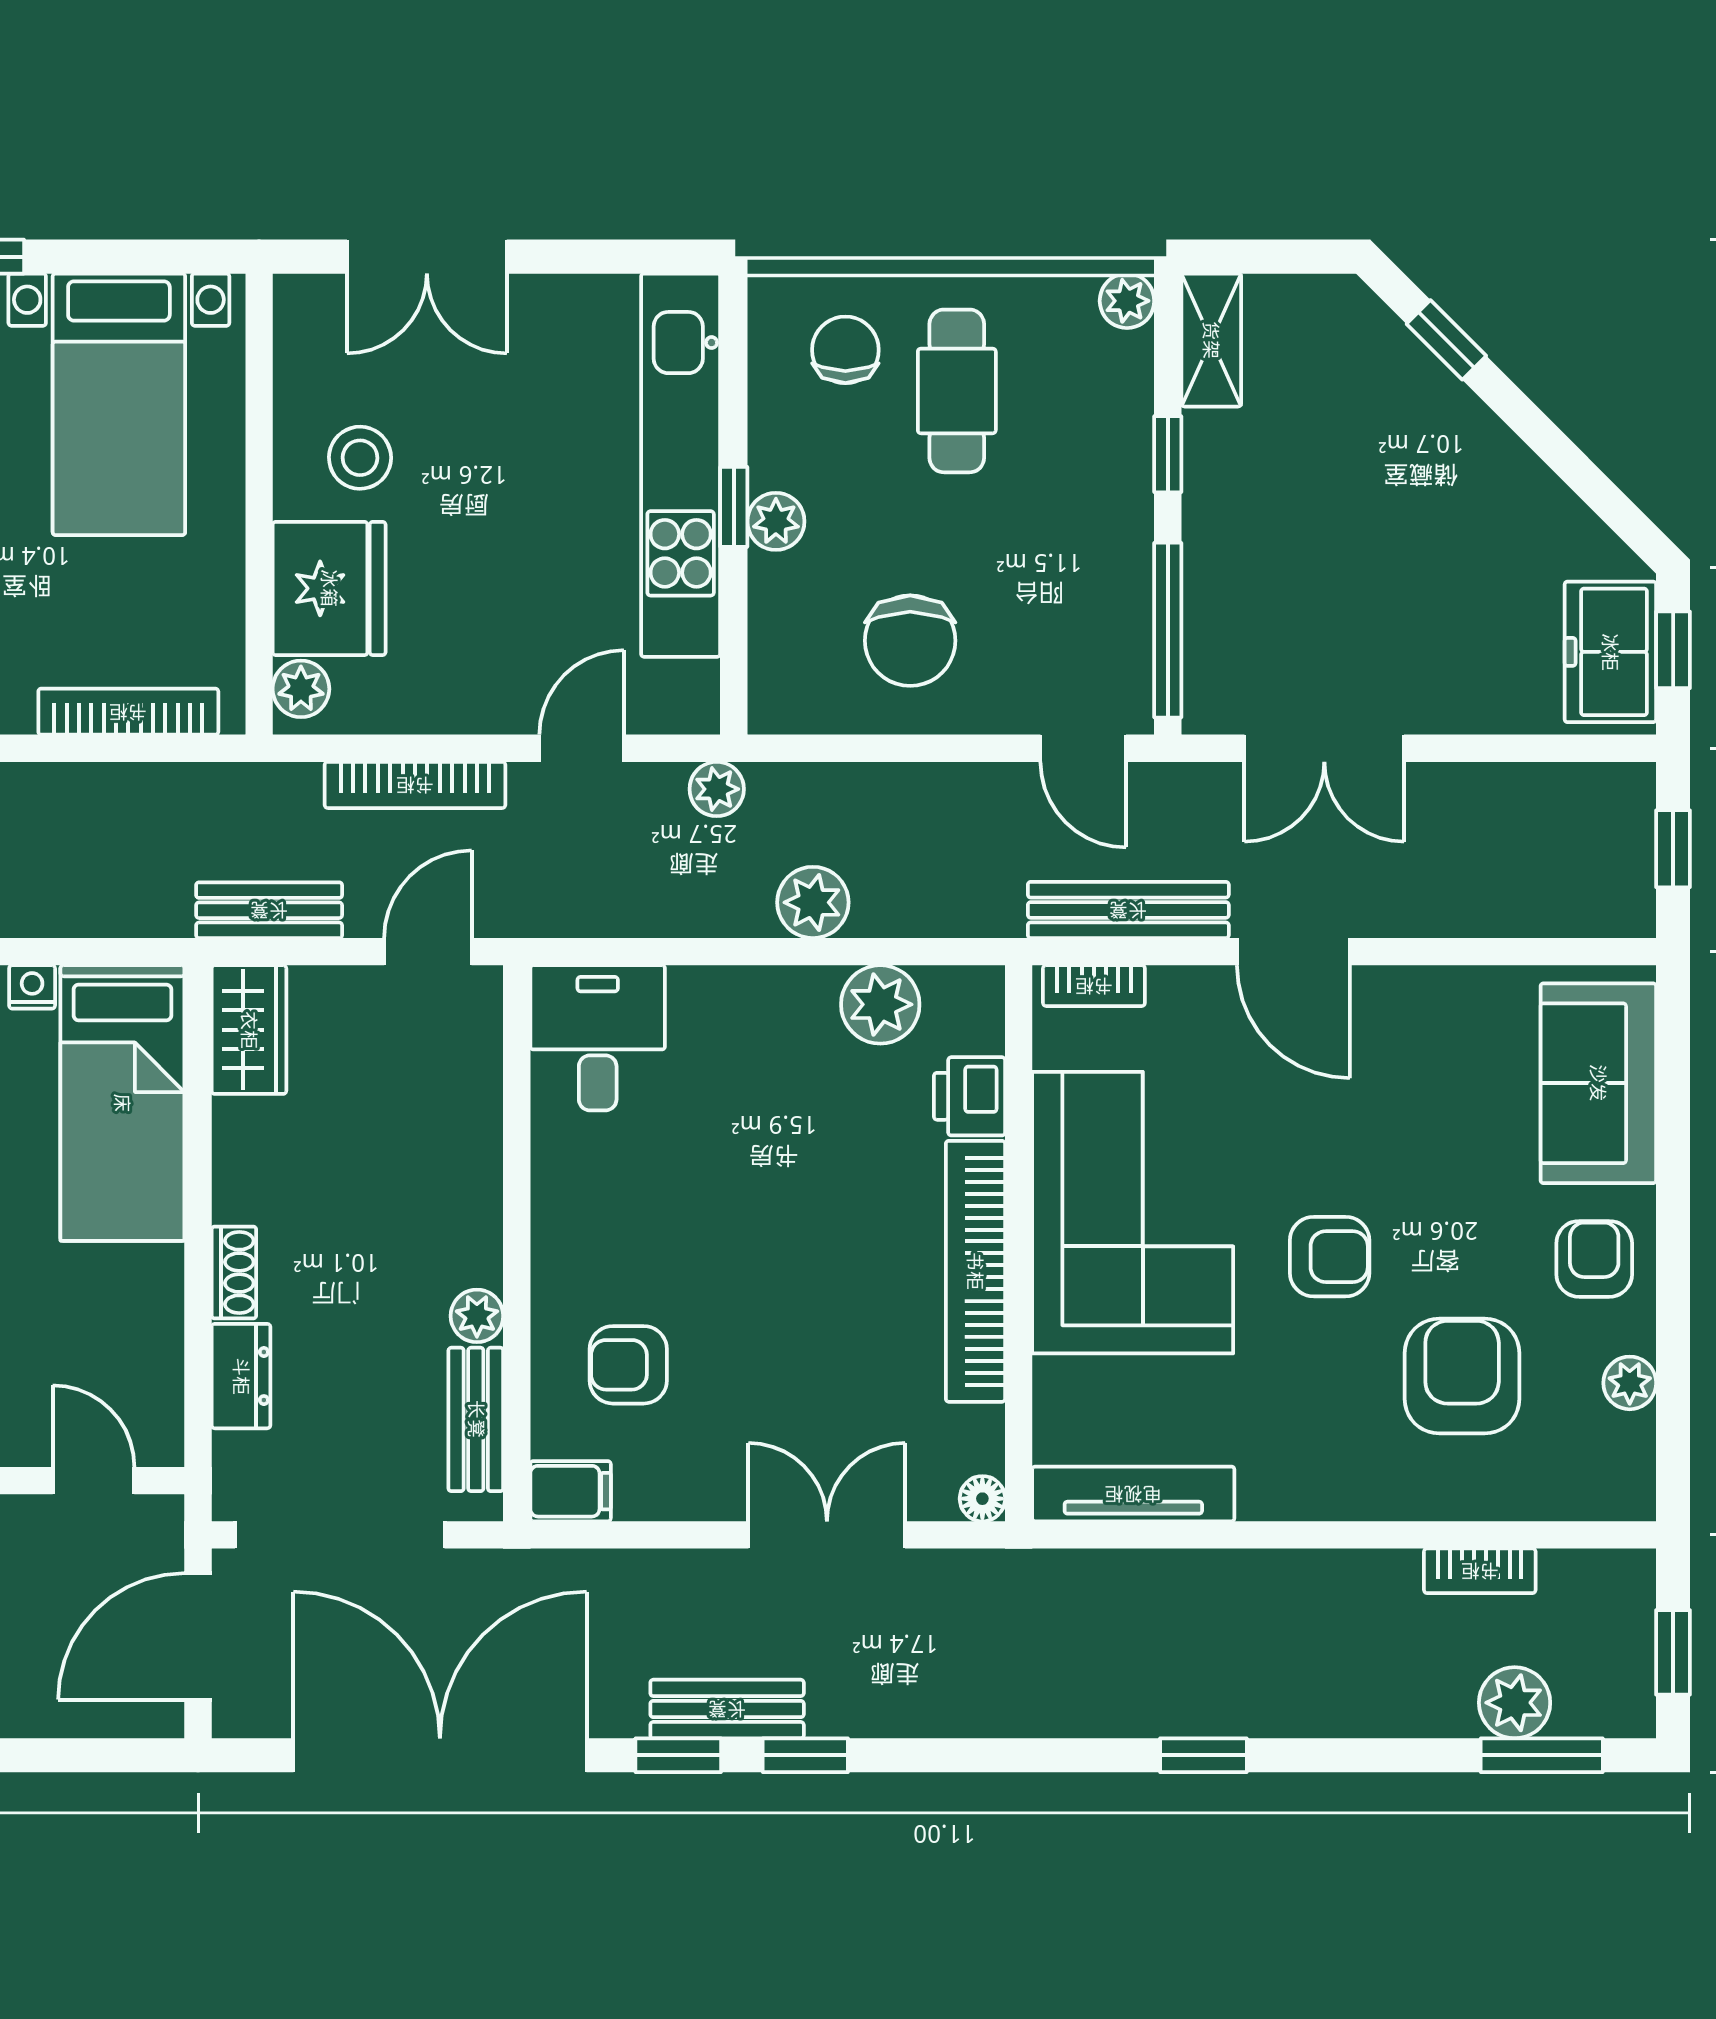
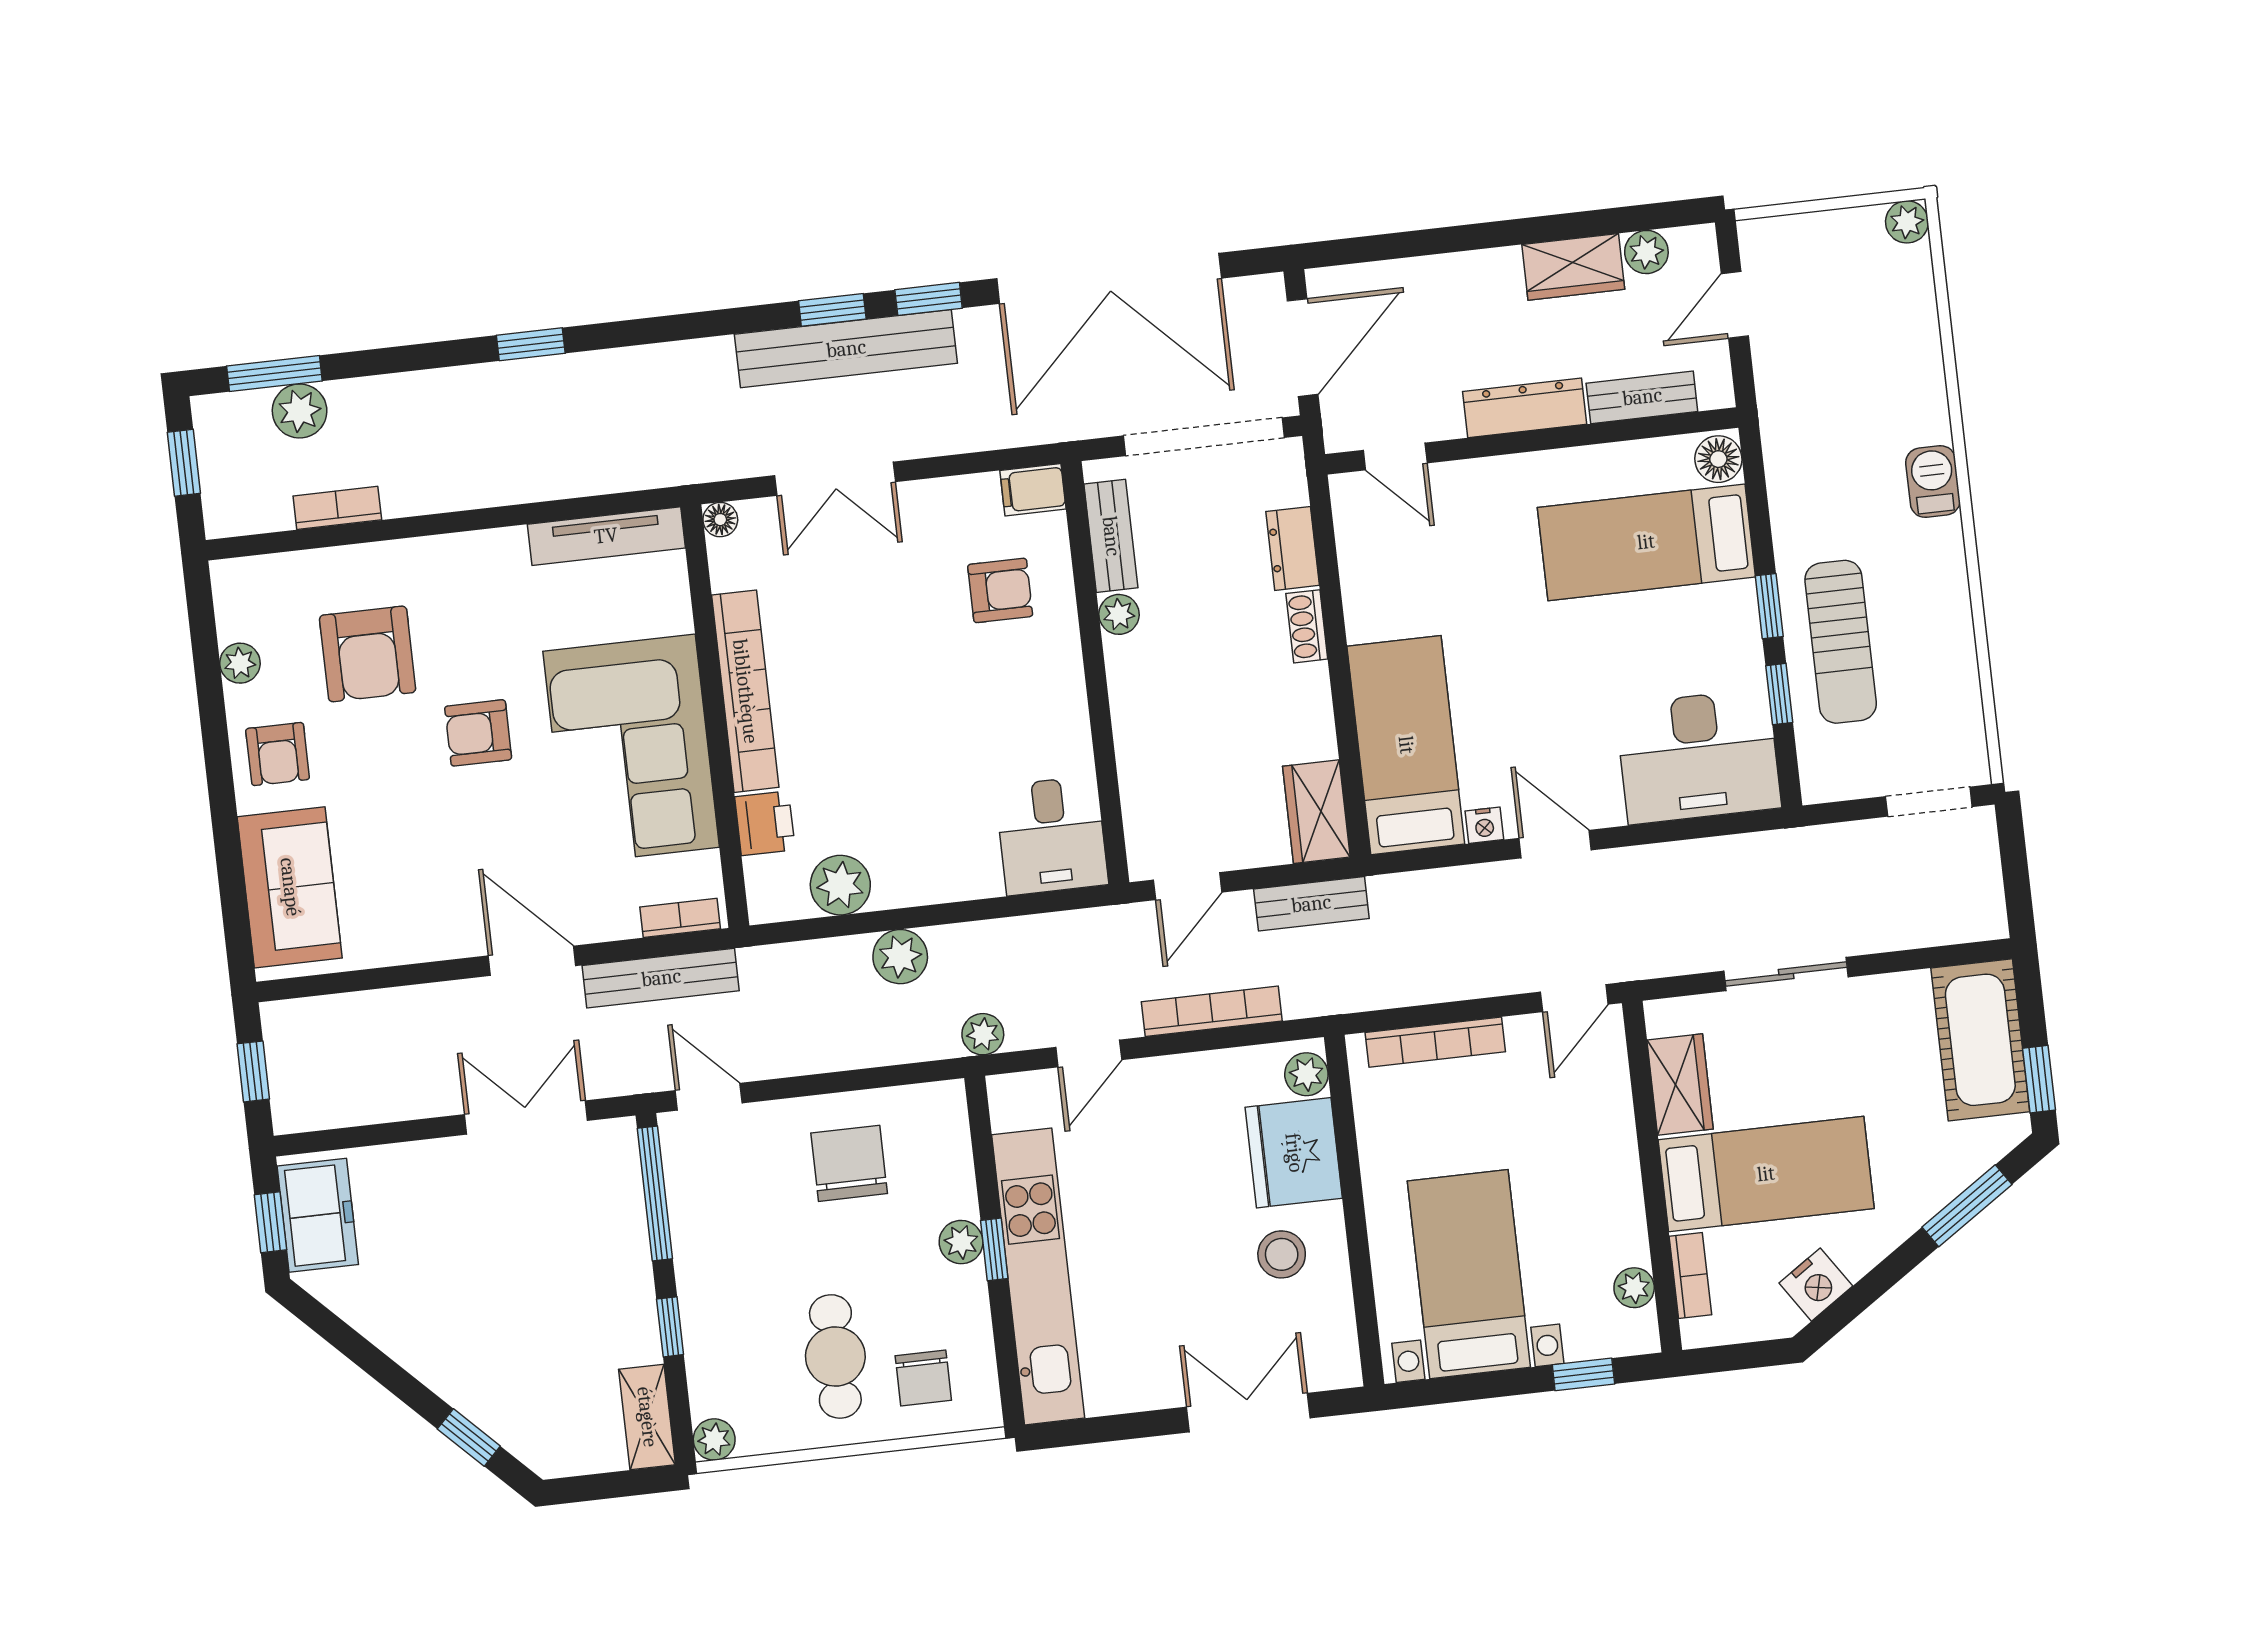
bench: (727, 1709) -> (846, 349), width x1.86, depth x1.21

